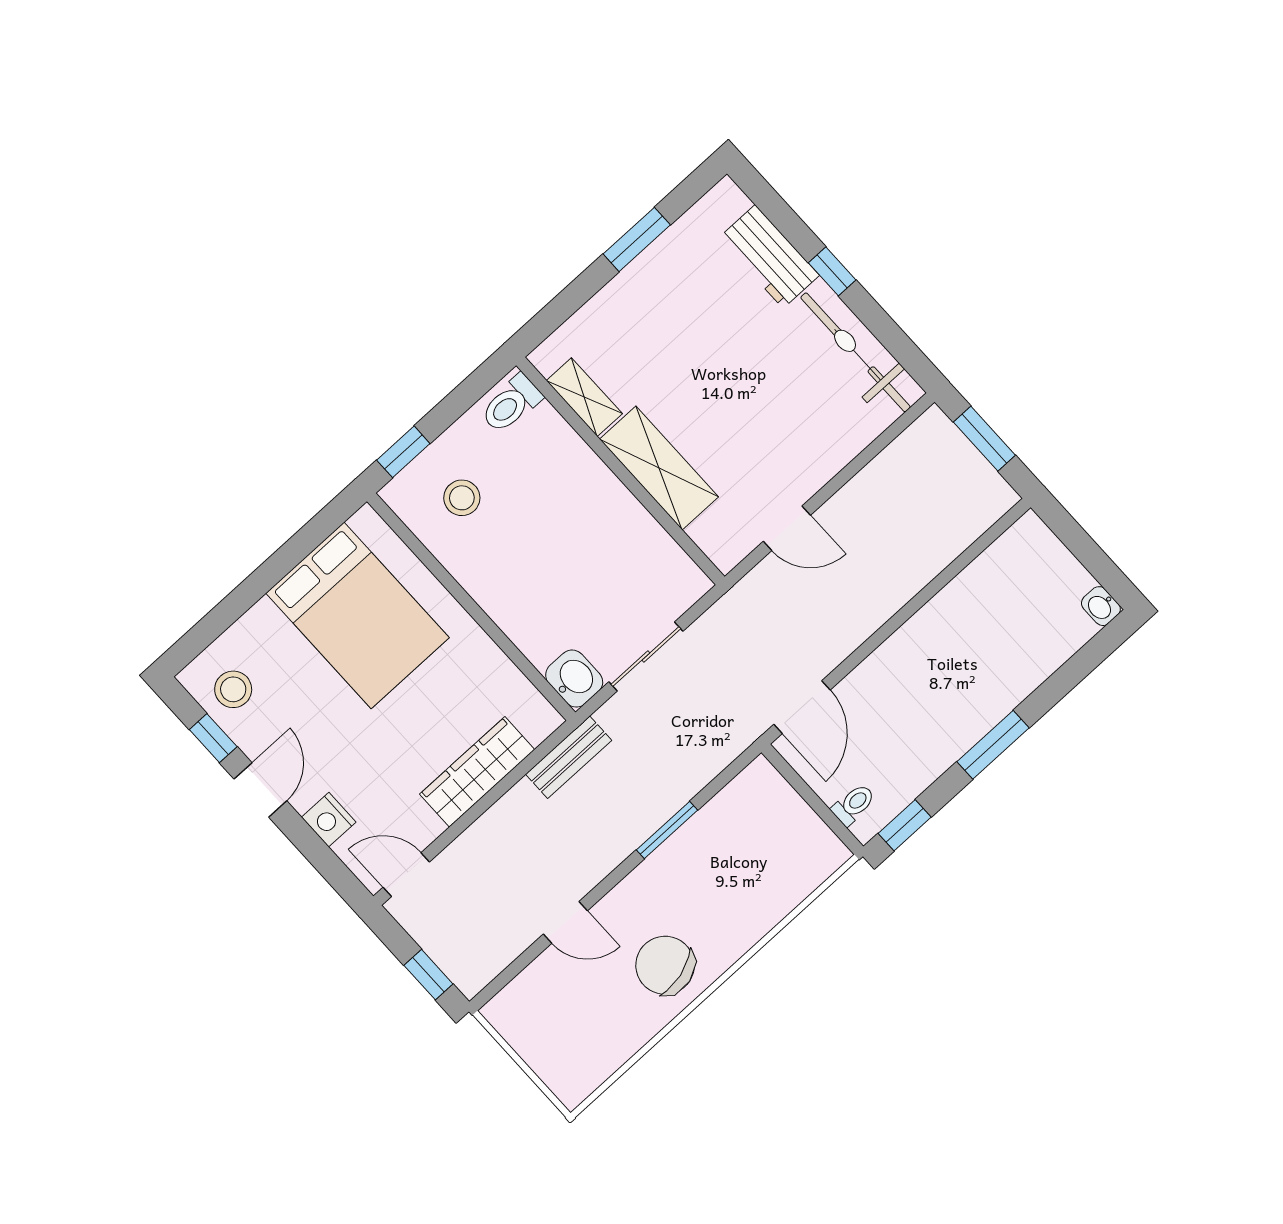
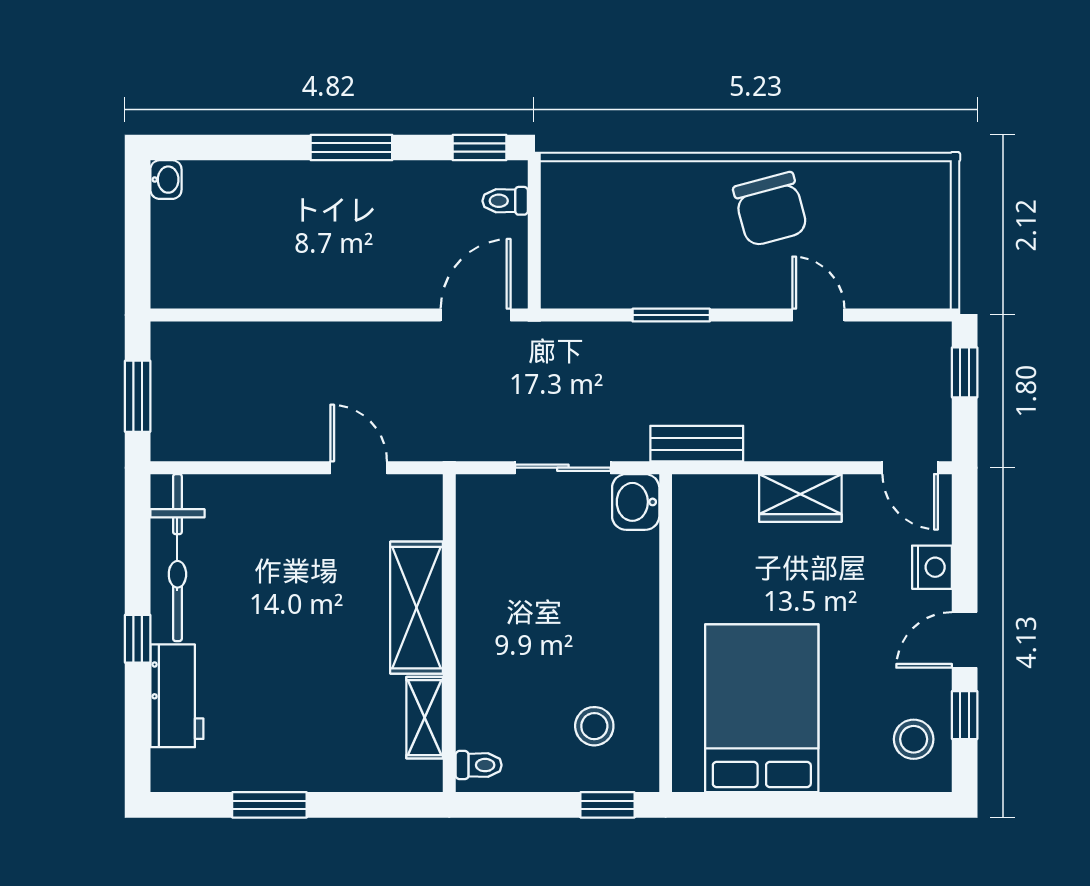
toilet: (511, 404) -> (479, 765), width x0.73, depth x0.72
wardrobe: (477, 772) -> (800, 498), width x0.67

